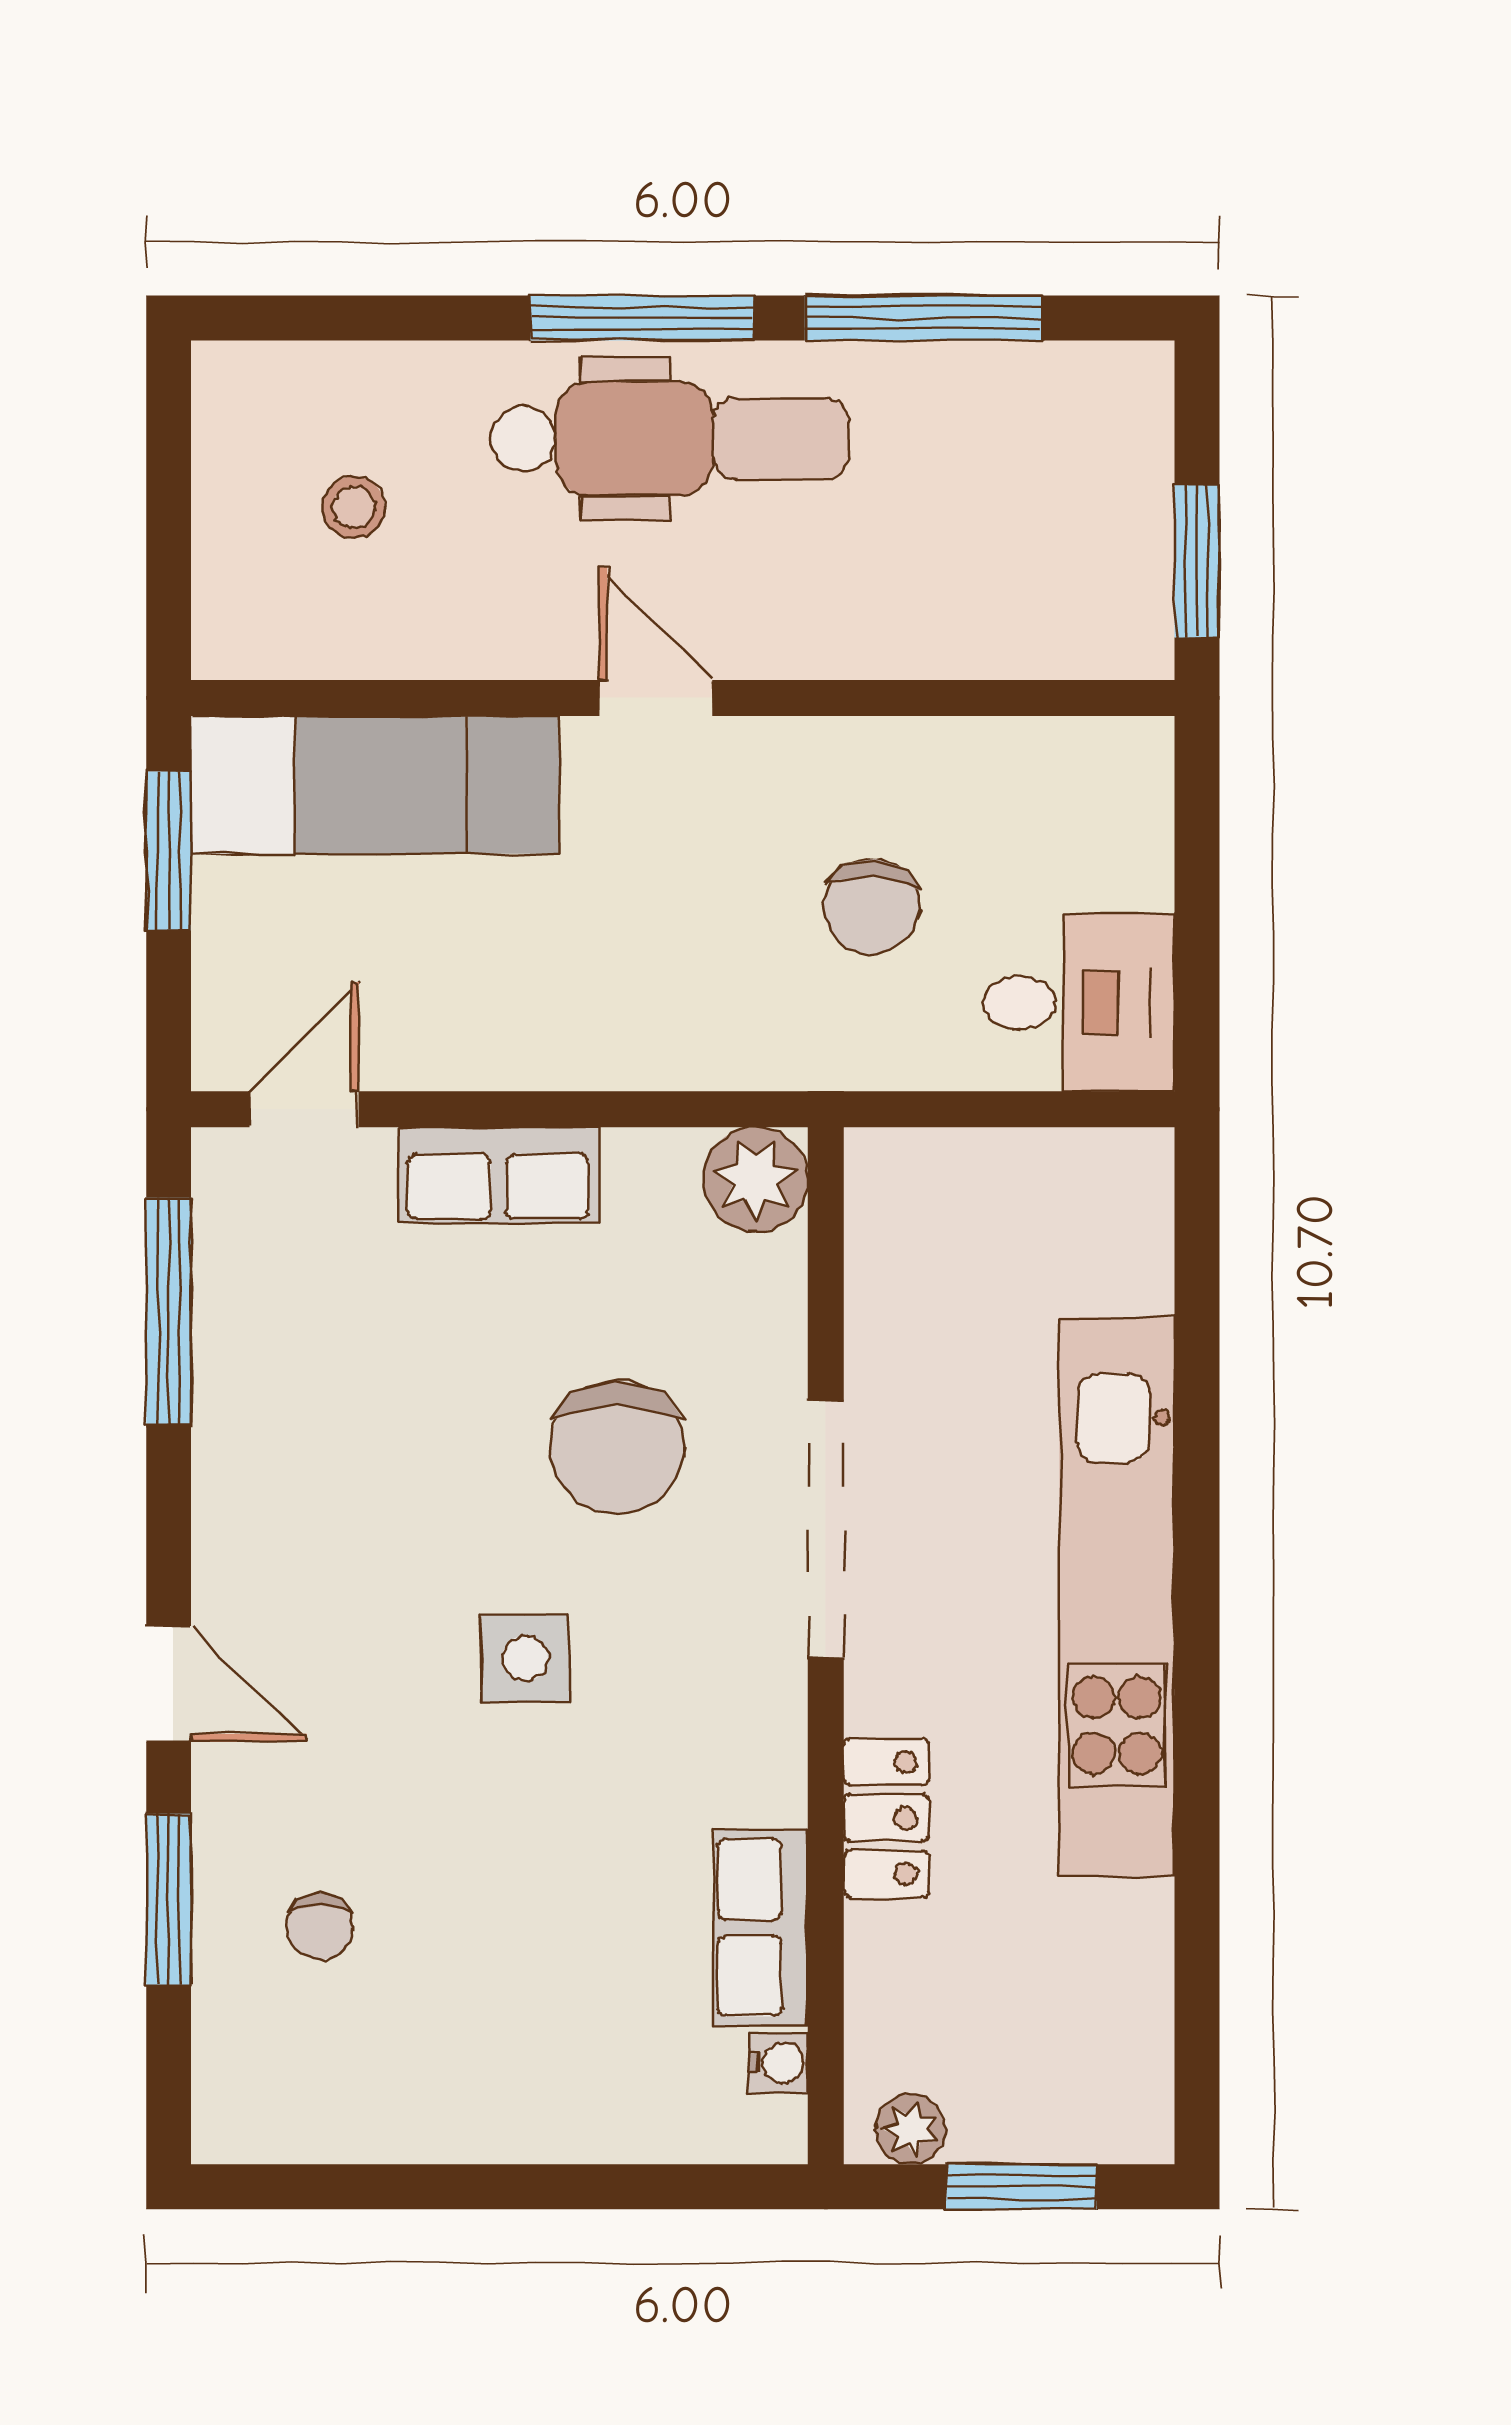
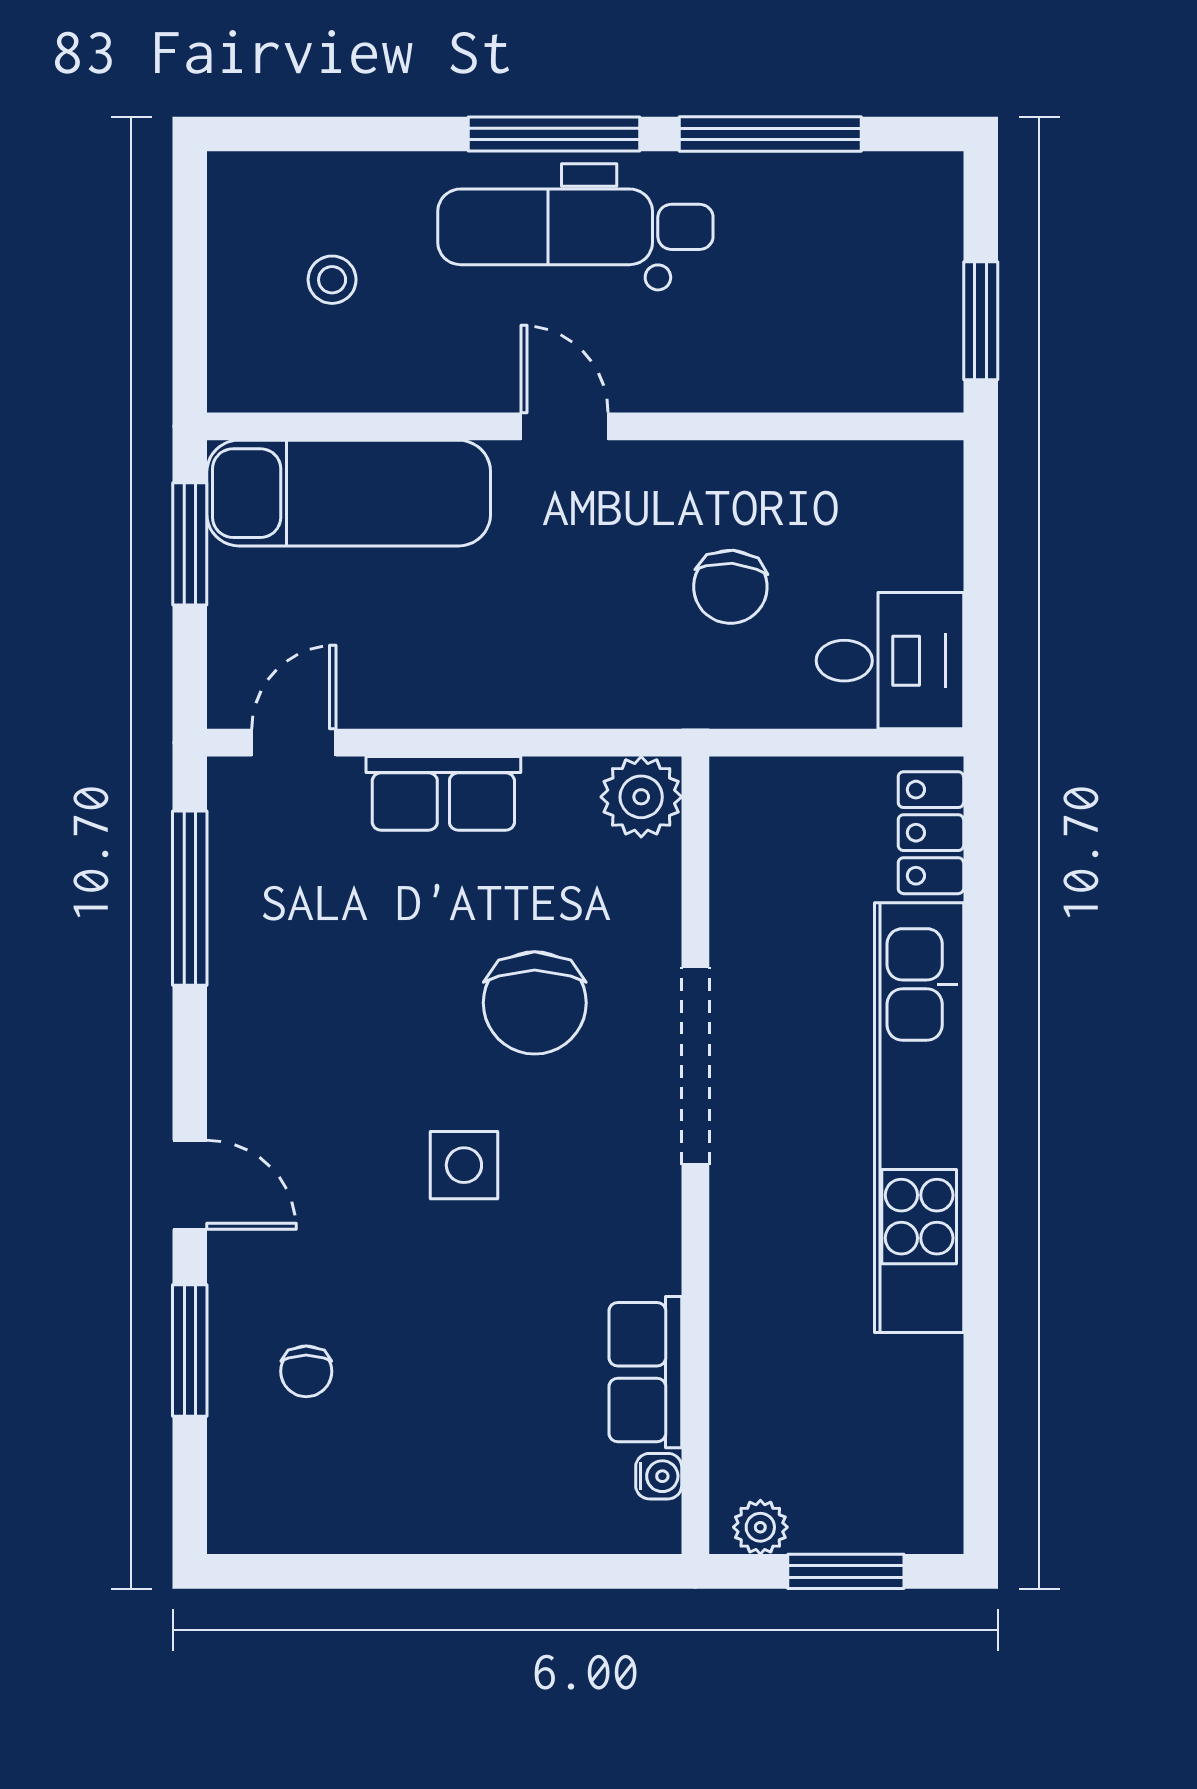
dental chair: (670, 439) -> (575, 227), turned 180
locker: (886, 1818) -> (931, 833), moved, turned 180

